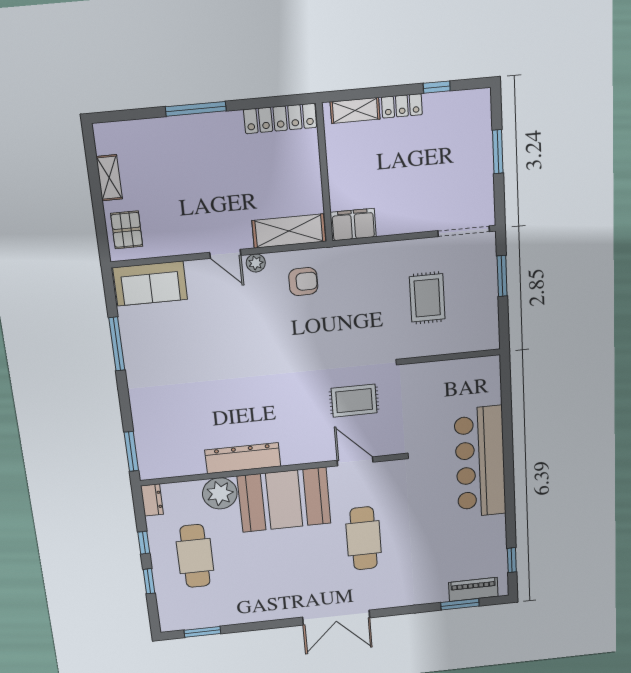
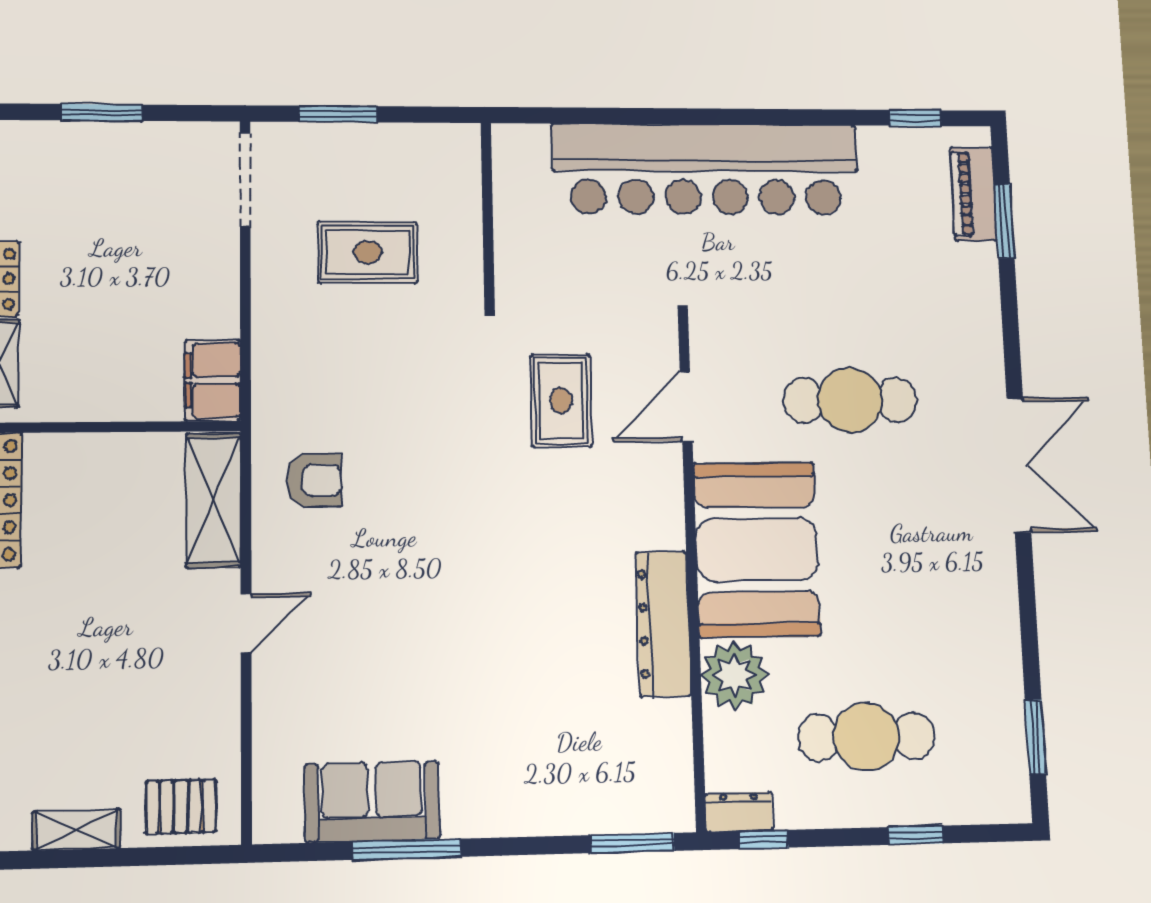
plant: (256, 263) -> (269, 567), removed
armchair: (303, 282) -> (314, 480), turned 90
sofa: (150, 283) -> (372, 802), moved, turned -90
bar counter: (480, 462) -> (706, 169), width x1.36
window: (144, 543) -> (763, 839), moved

